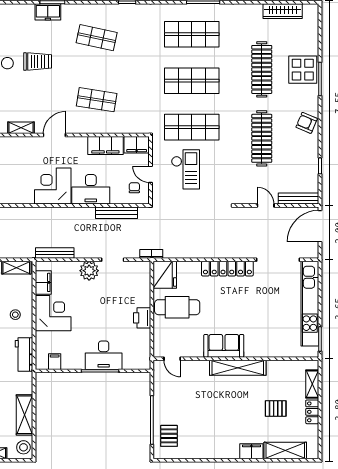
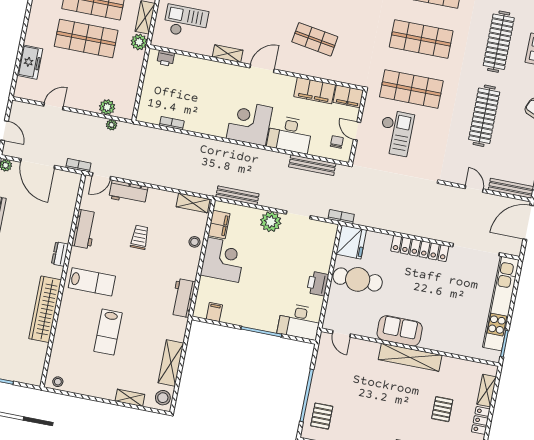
stool: (15, 315) -> (195, 242), moved
desk: (104, 355) -> (299, 322), moved
pallet: (276, 408) -> (442, 409), turned 90

